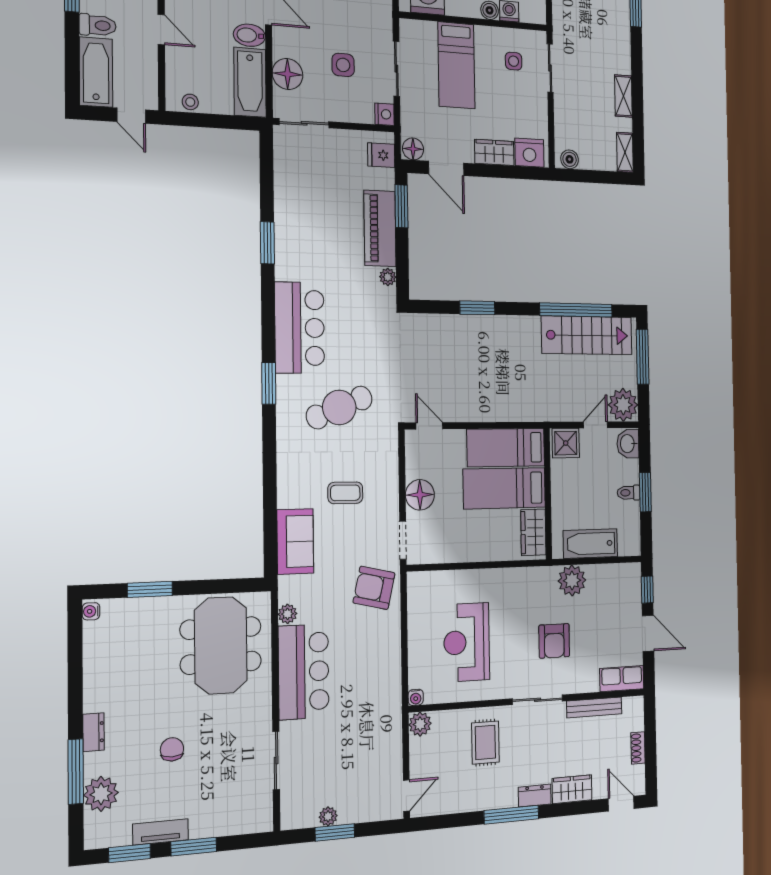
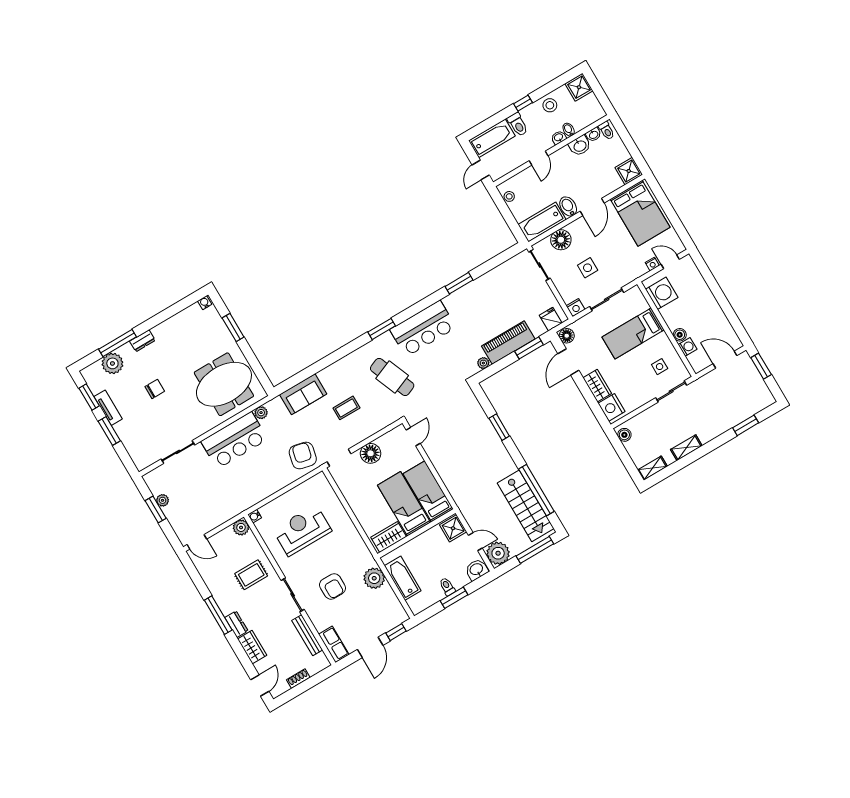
coffee table: (345, 493) -> (346, 408), turned 90
armchair: (554, 641) -> (333, 586), turned -90

